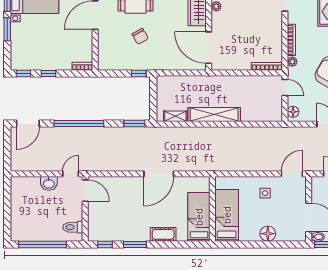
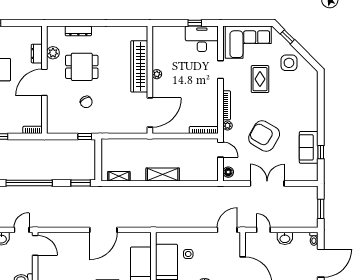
door: (209, 48) -> (150, 112), swing flipped
shelving: (214, 114) -> (163, 175), width x0.68
side table: (265, 193) -> (188, 254), moved

